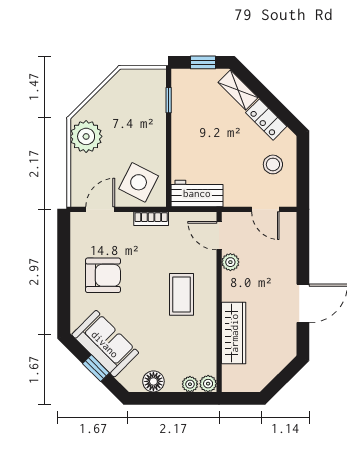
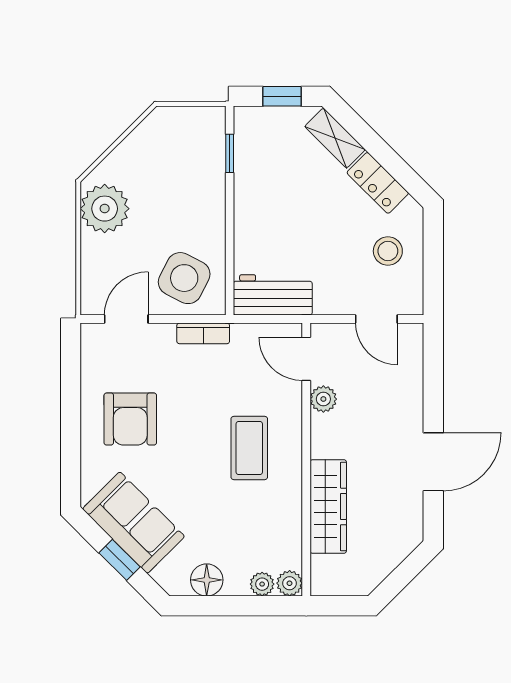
armchair: (103, 275) -> (130, 419), turned 90

